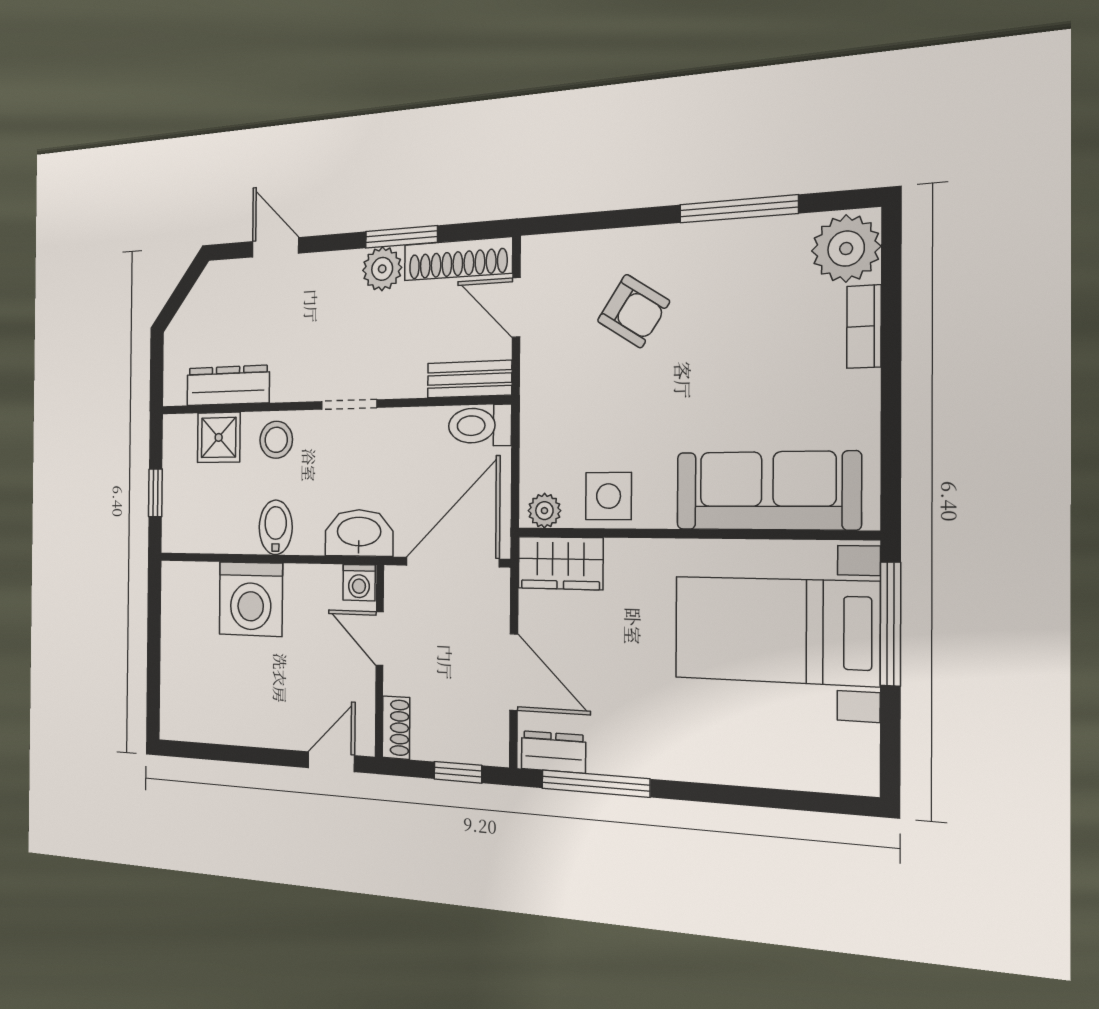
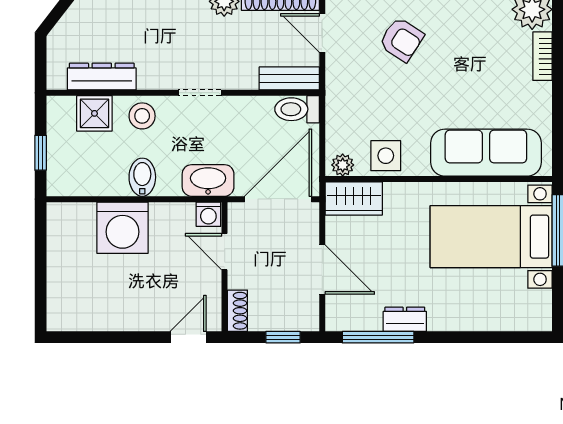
dresser: (553, 752) -> (405, 319), moved

